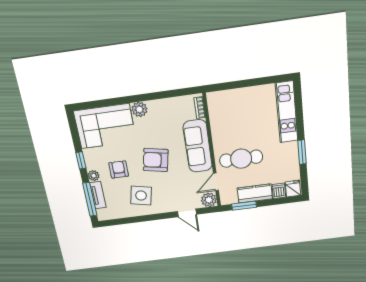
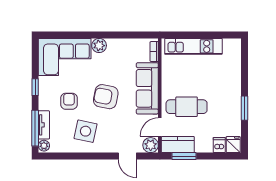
kitchen unit: (287, 112) -> (193, 46), moved, turned -90
plant: (94, 176) -> (44, 146), moved
kitchen counter: (255, 193) -> (178, 145), moved

